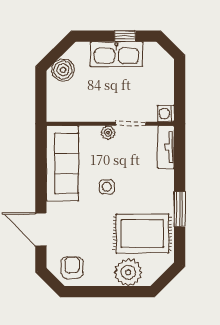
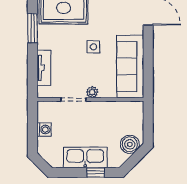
window: (125, 36) -> (96, 172), moved
washing machine: (166, 114) -> (44, 130), moved
tv unit: (166, 147) -> (44, 68), moved

